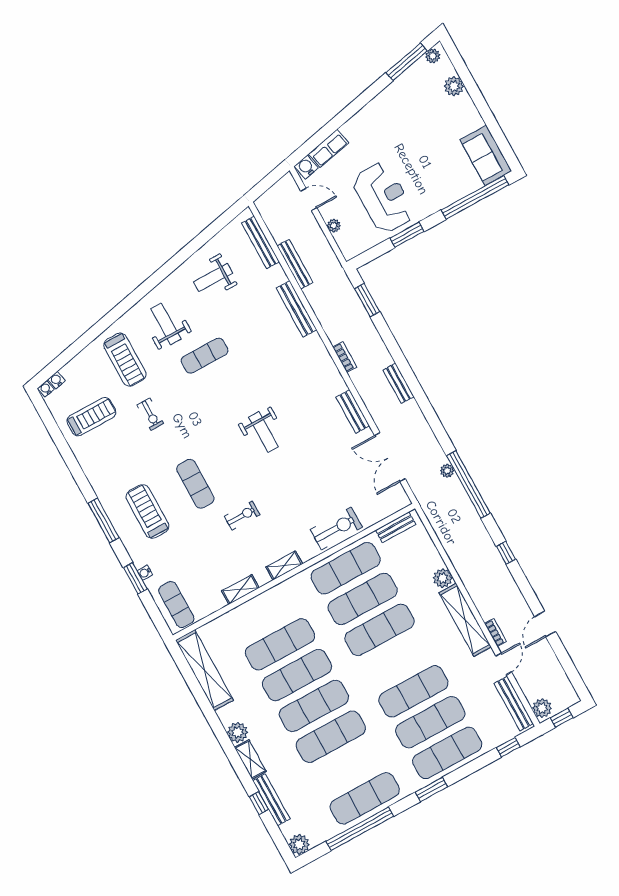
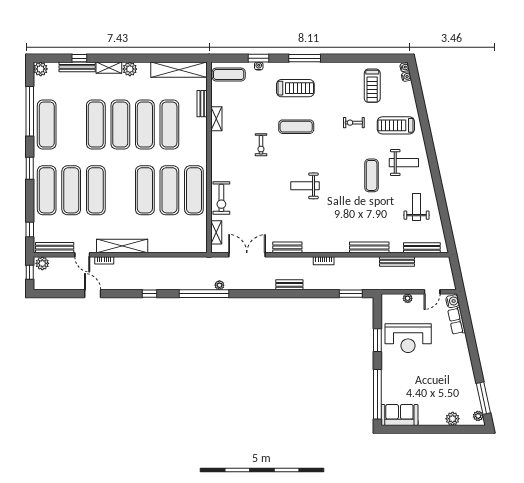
bench: (396, 527) -> (202, 104), moved
shelving: (284, 565) -> (216, 232), moved
plant: (443, 578) -> (155, 246), removed

